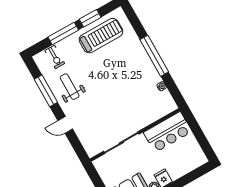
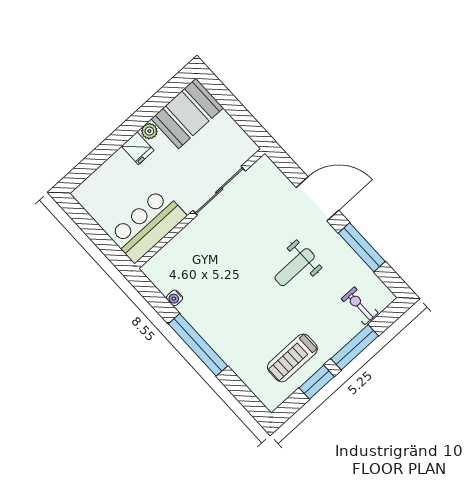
treadmill: (101, 36) -> (292, 358), width x0.73, depth x0.73
weight bench: (70, 87) -> (295, 267), moved, turned 90
door: (65, 125) -> (317, 199), width x1.87

